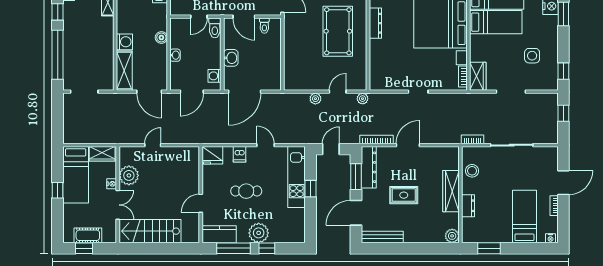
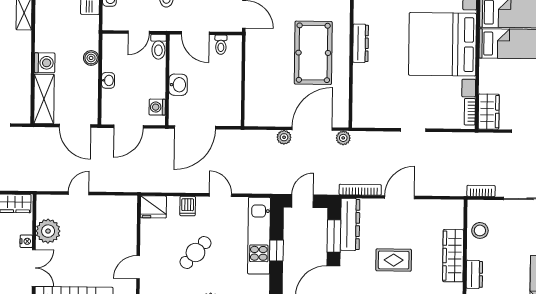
door: (338, 92) -> (312, 129), width x1.88
cafe table: (246, 191) -> (195, 253), turned -48

